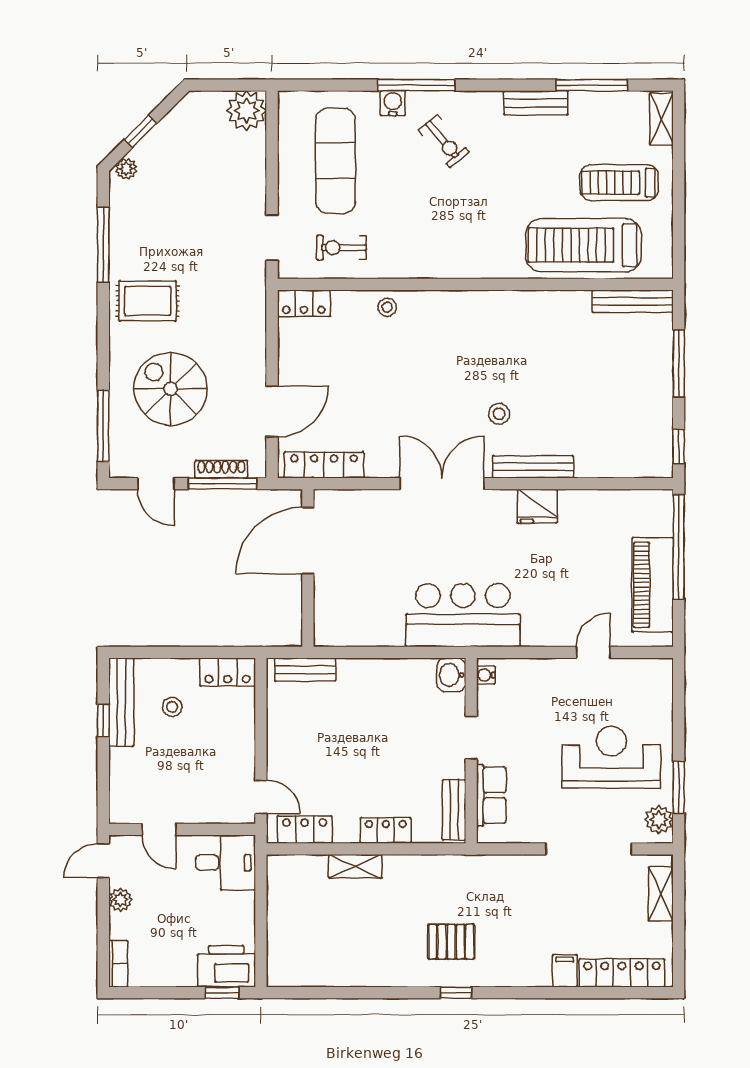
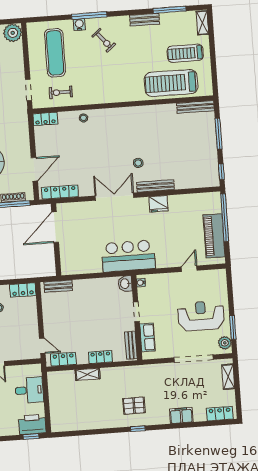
desk: (226, 863) -> (29, 390), moved
filing cabinet: (565, 971) -> (181, 415), width x2.00
locker: (622, 973) -> (220, 414), width x0.66

